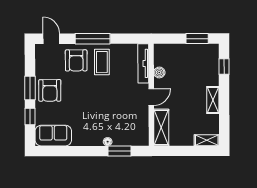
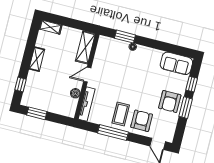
window: (93, 39) -> (113, 133), moved
armchair: (50, 90) -> (170, 101), turned 180

